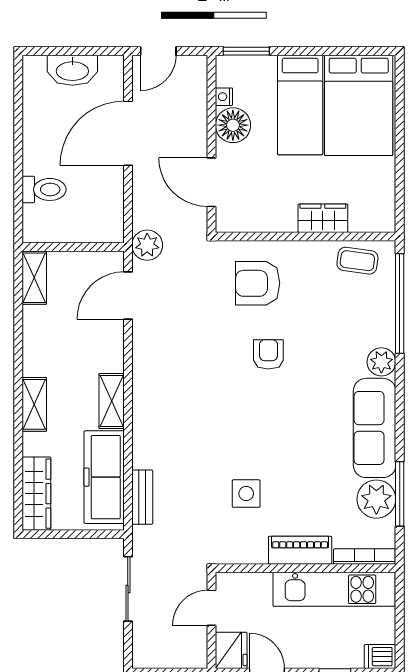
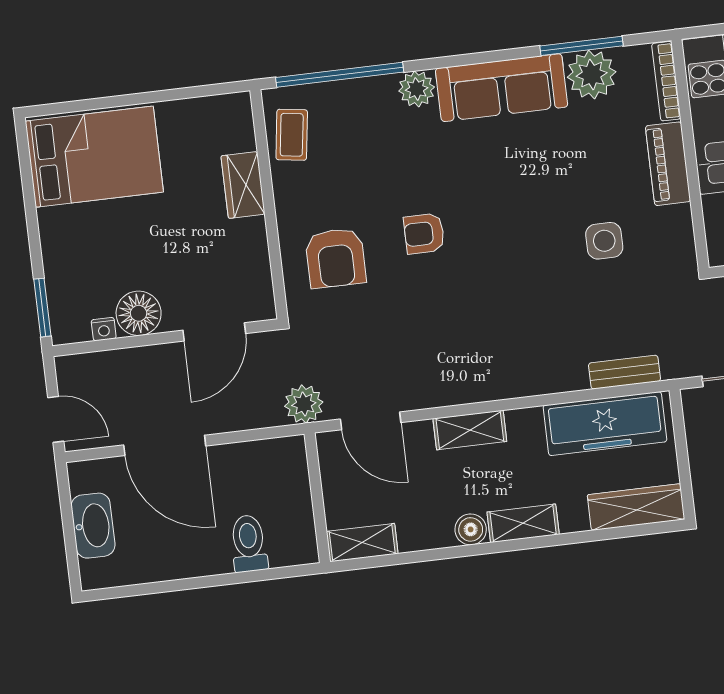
bed: (300, 105) -> (103, 231), removed
boiler: (34, 363) -> (471, 529), added
shelving: (112, 401) -> (470, 430), moved

